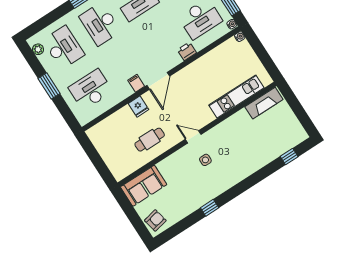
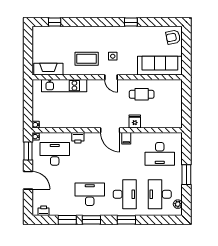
door: (158, 81) -> (110, 130), swing flipped
coffee table: (231, 140) -> (87, 59), added
sofa: (144, 186) -> (160, 66), width x1.36

